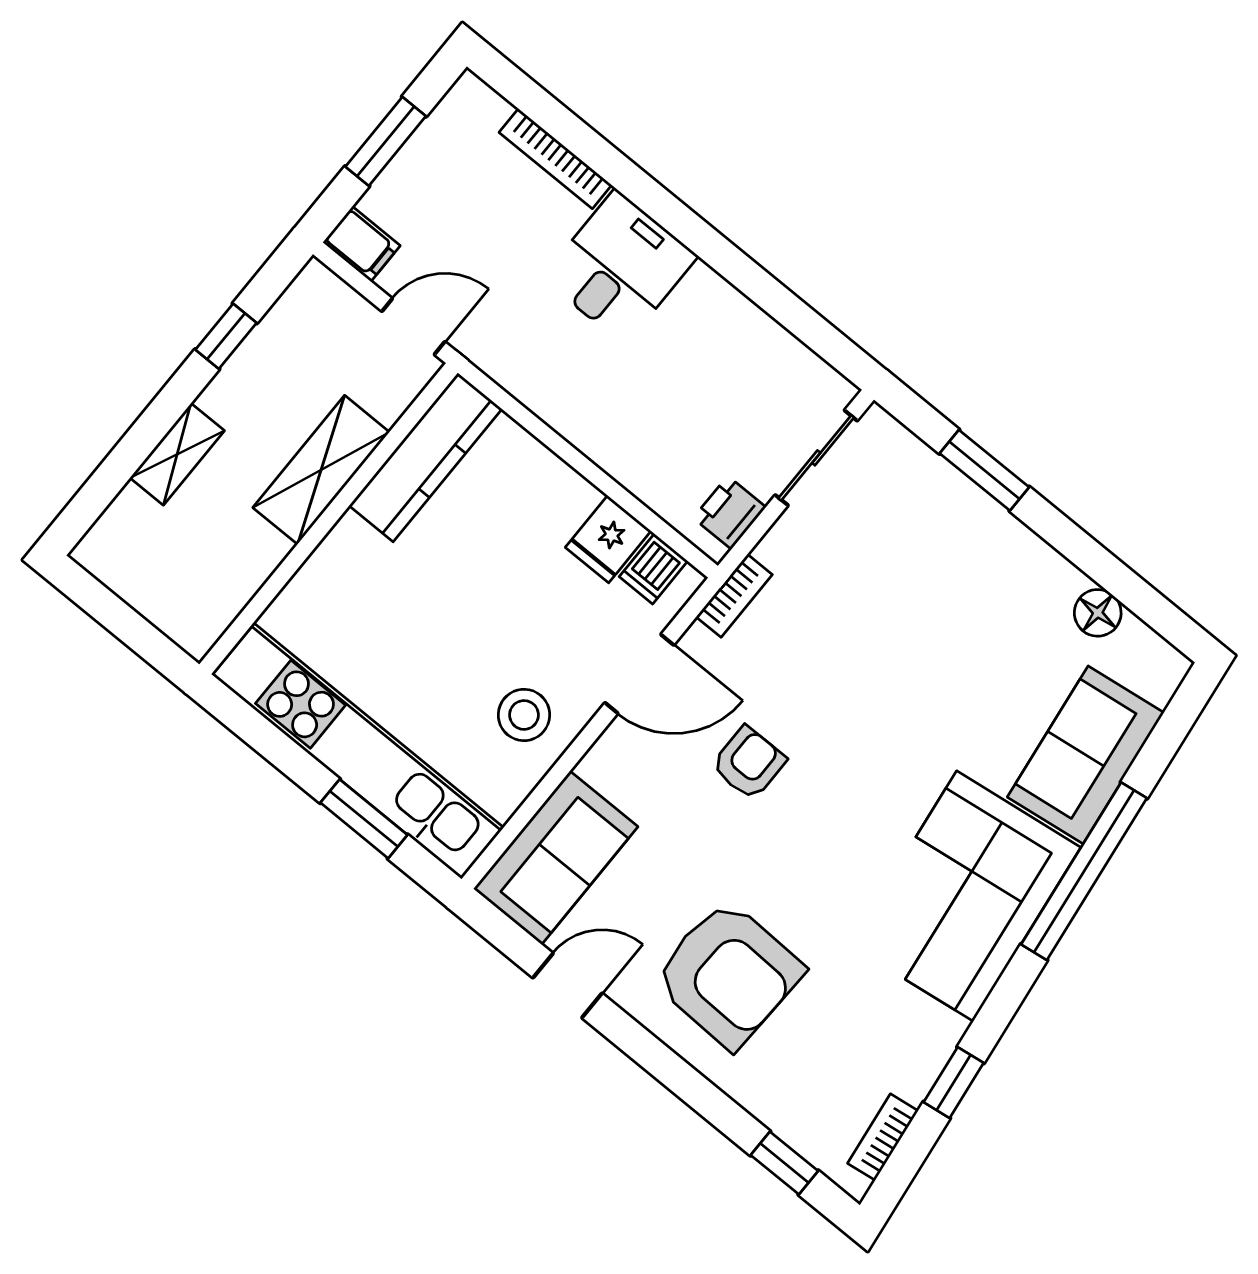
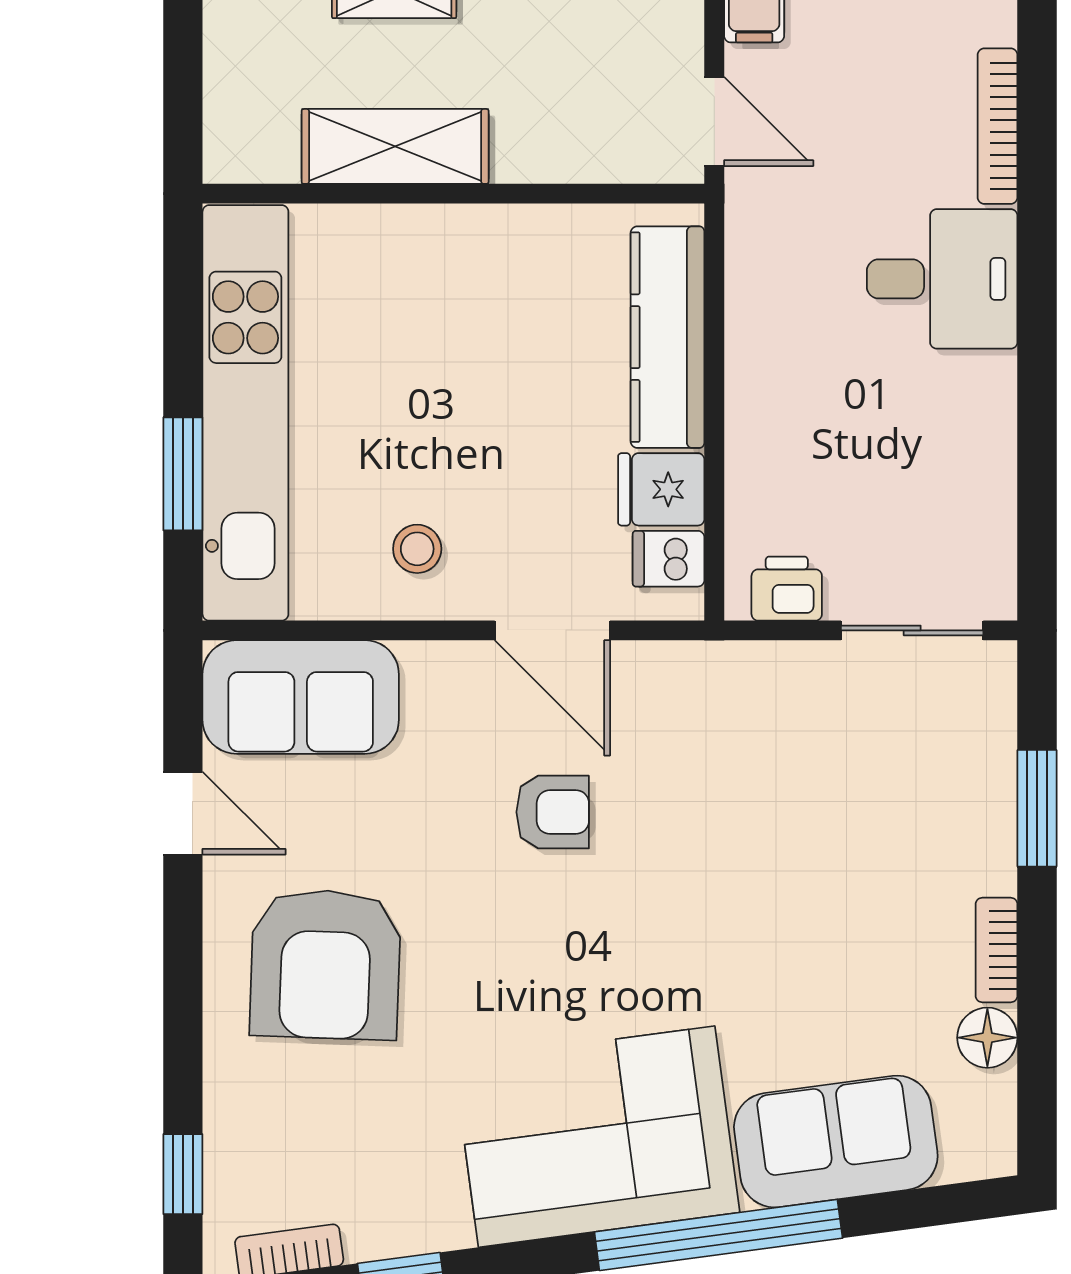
kitchen counter: (425, 457) -> (668, 337), moved, turned 90
shelving: (321, 470) -> (395, 146), moved
bookcase: (734, 596) -> (997, 950), moved, turned 90
stool: (524, 715) -> (417, 549), width x0.73, depth x0.73

